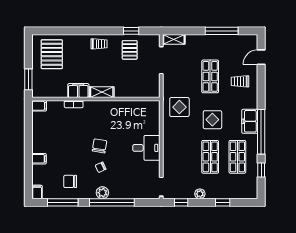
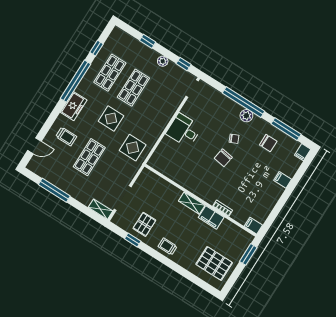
pallet: (52, 54) -> (214, 263), turned 90
freezer: (250, 121) -> (74, 106), moved

